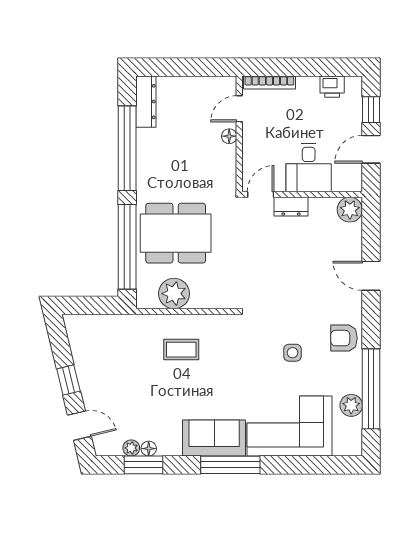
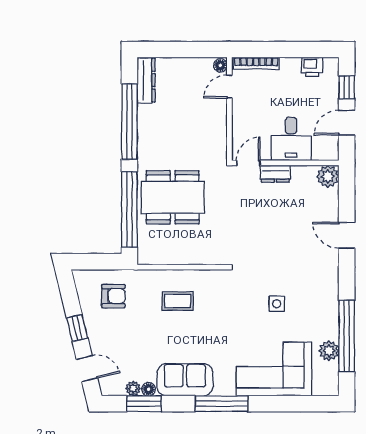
floor lamp: (229, 136) -> (220, 65), moved
plant: (174, 294) -> (171, 251), removed
armchair: (344, 338) -> (113, 296), moved, turned 180
sofa: (214, 438) -> (185, 380), moved

